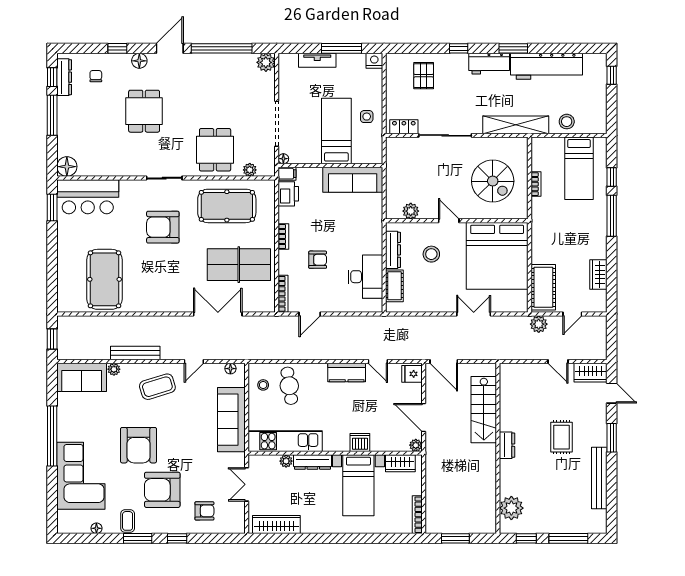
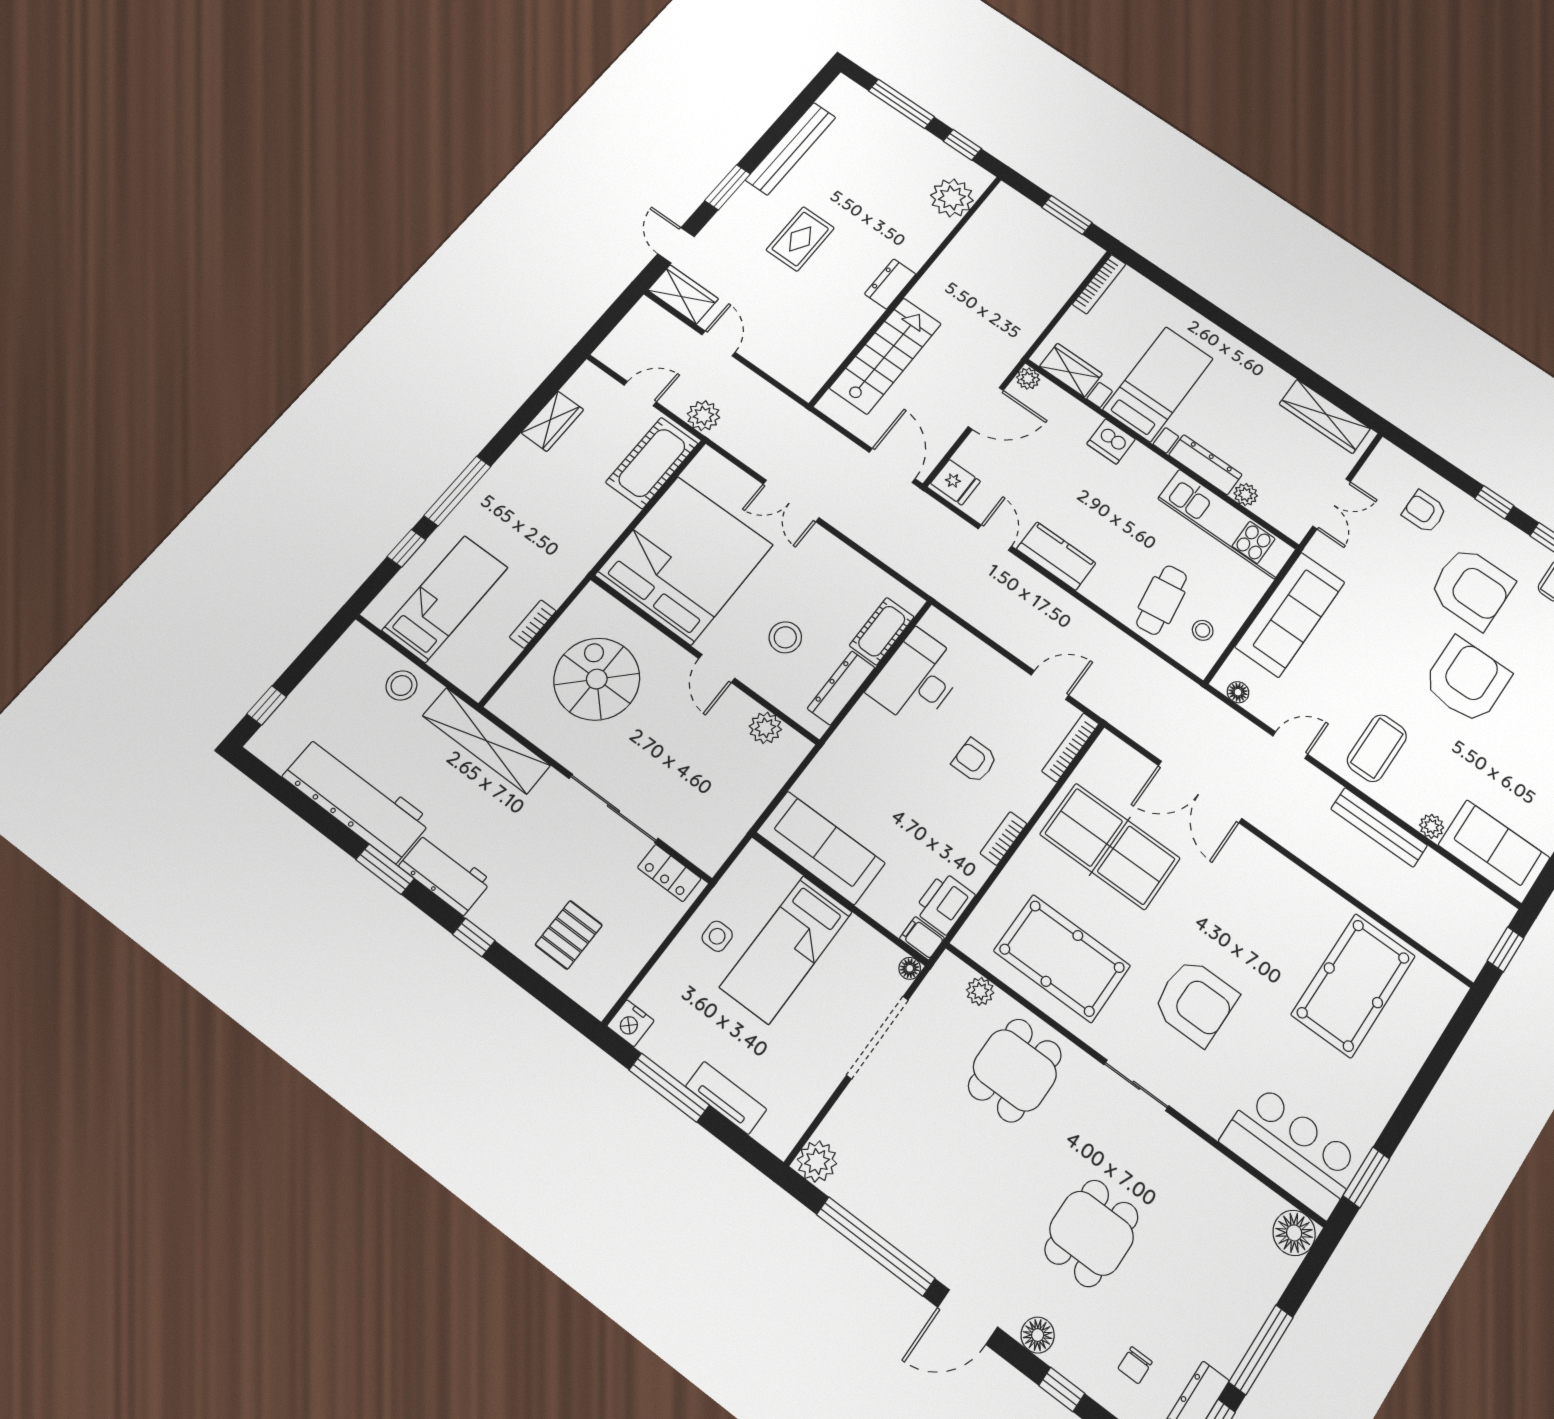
coffee table: (157, 387) -> (1377, 748), turned -73
door: (424, 417) -> (986, 408), hinge flipped

